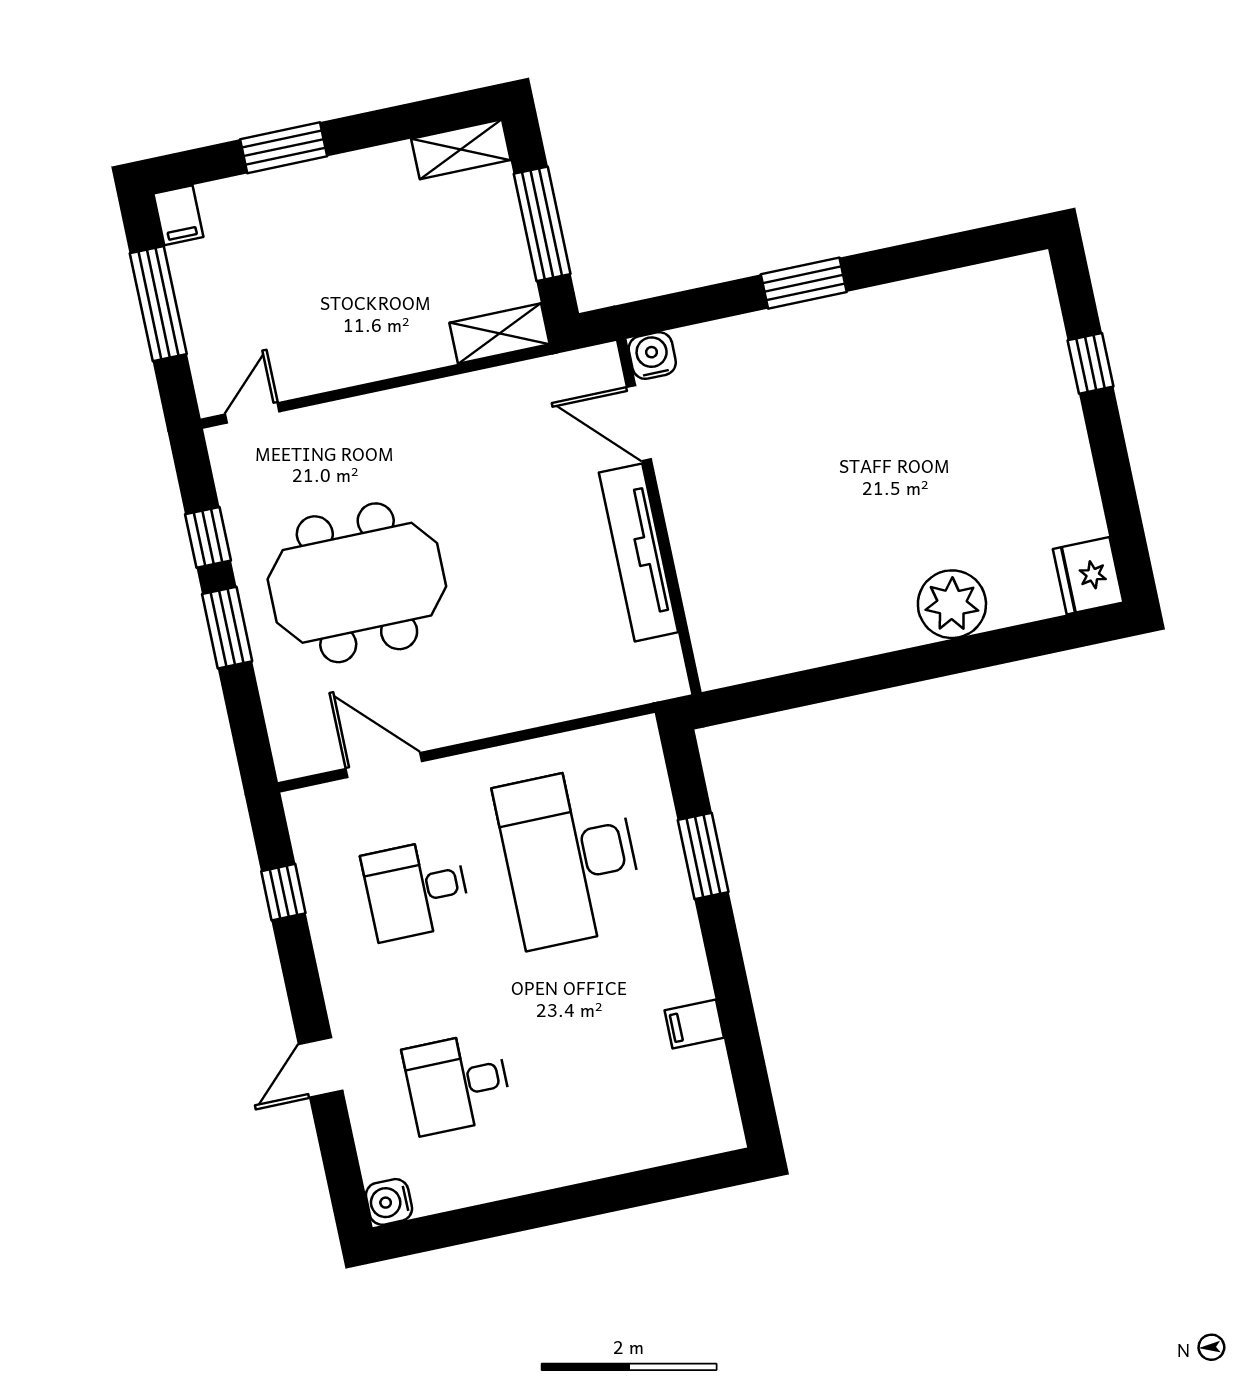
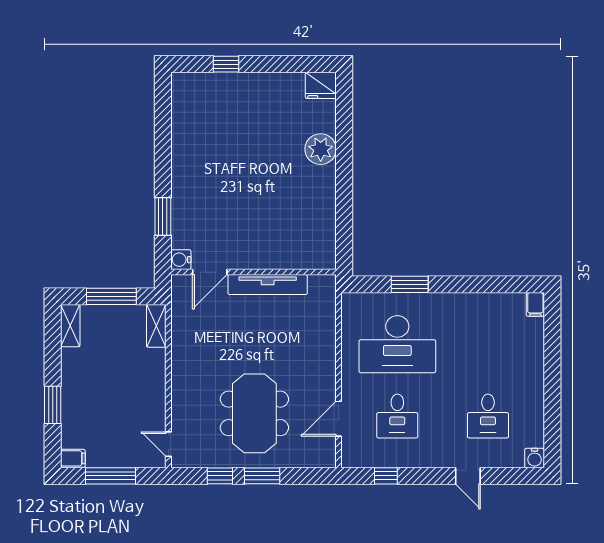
window: (804, 283) -> (163, 217), moved
filing cabinet: (694, 1024) -> (535, 304), moved

